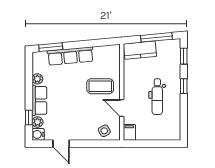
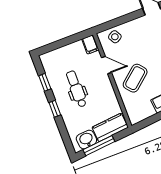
washbasin: (166, 47) -> (86, 139), added
window: (184, 56) -> (45, 82), moved
coffee table: (100, 86) -> (135, 78), turned -40

